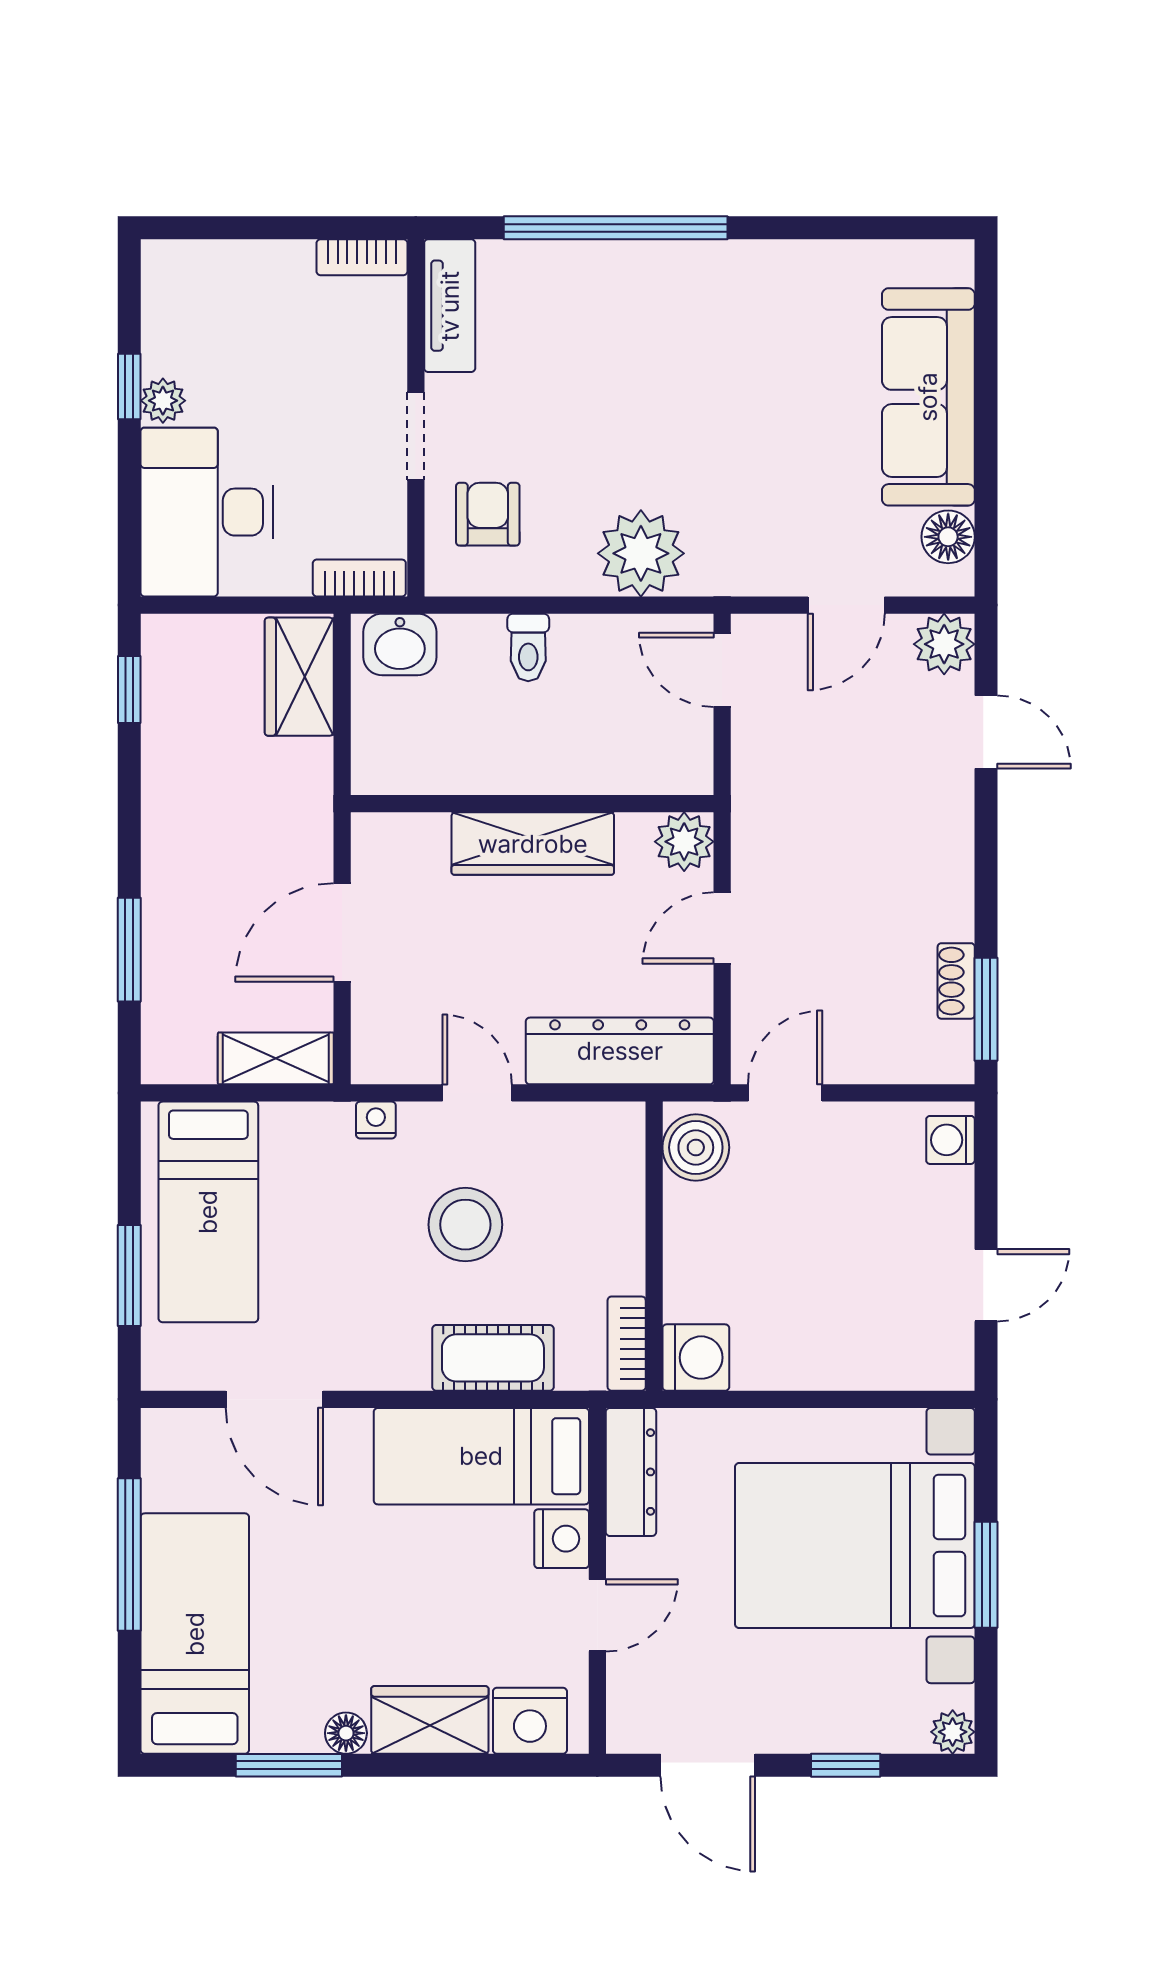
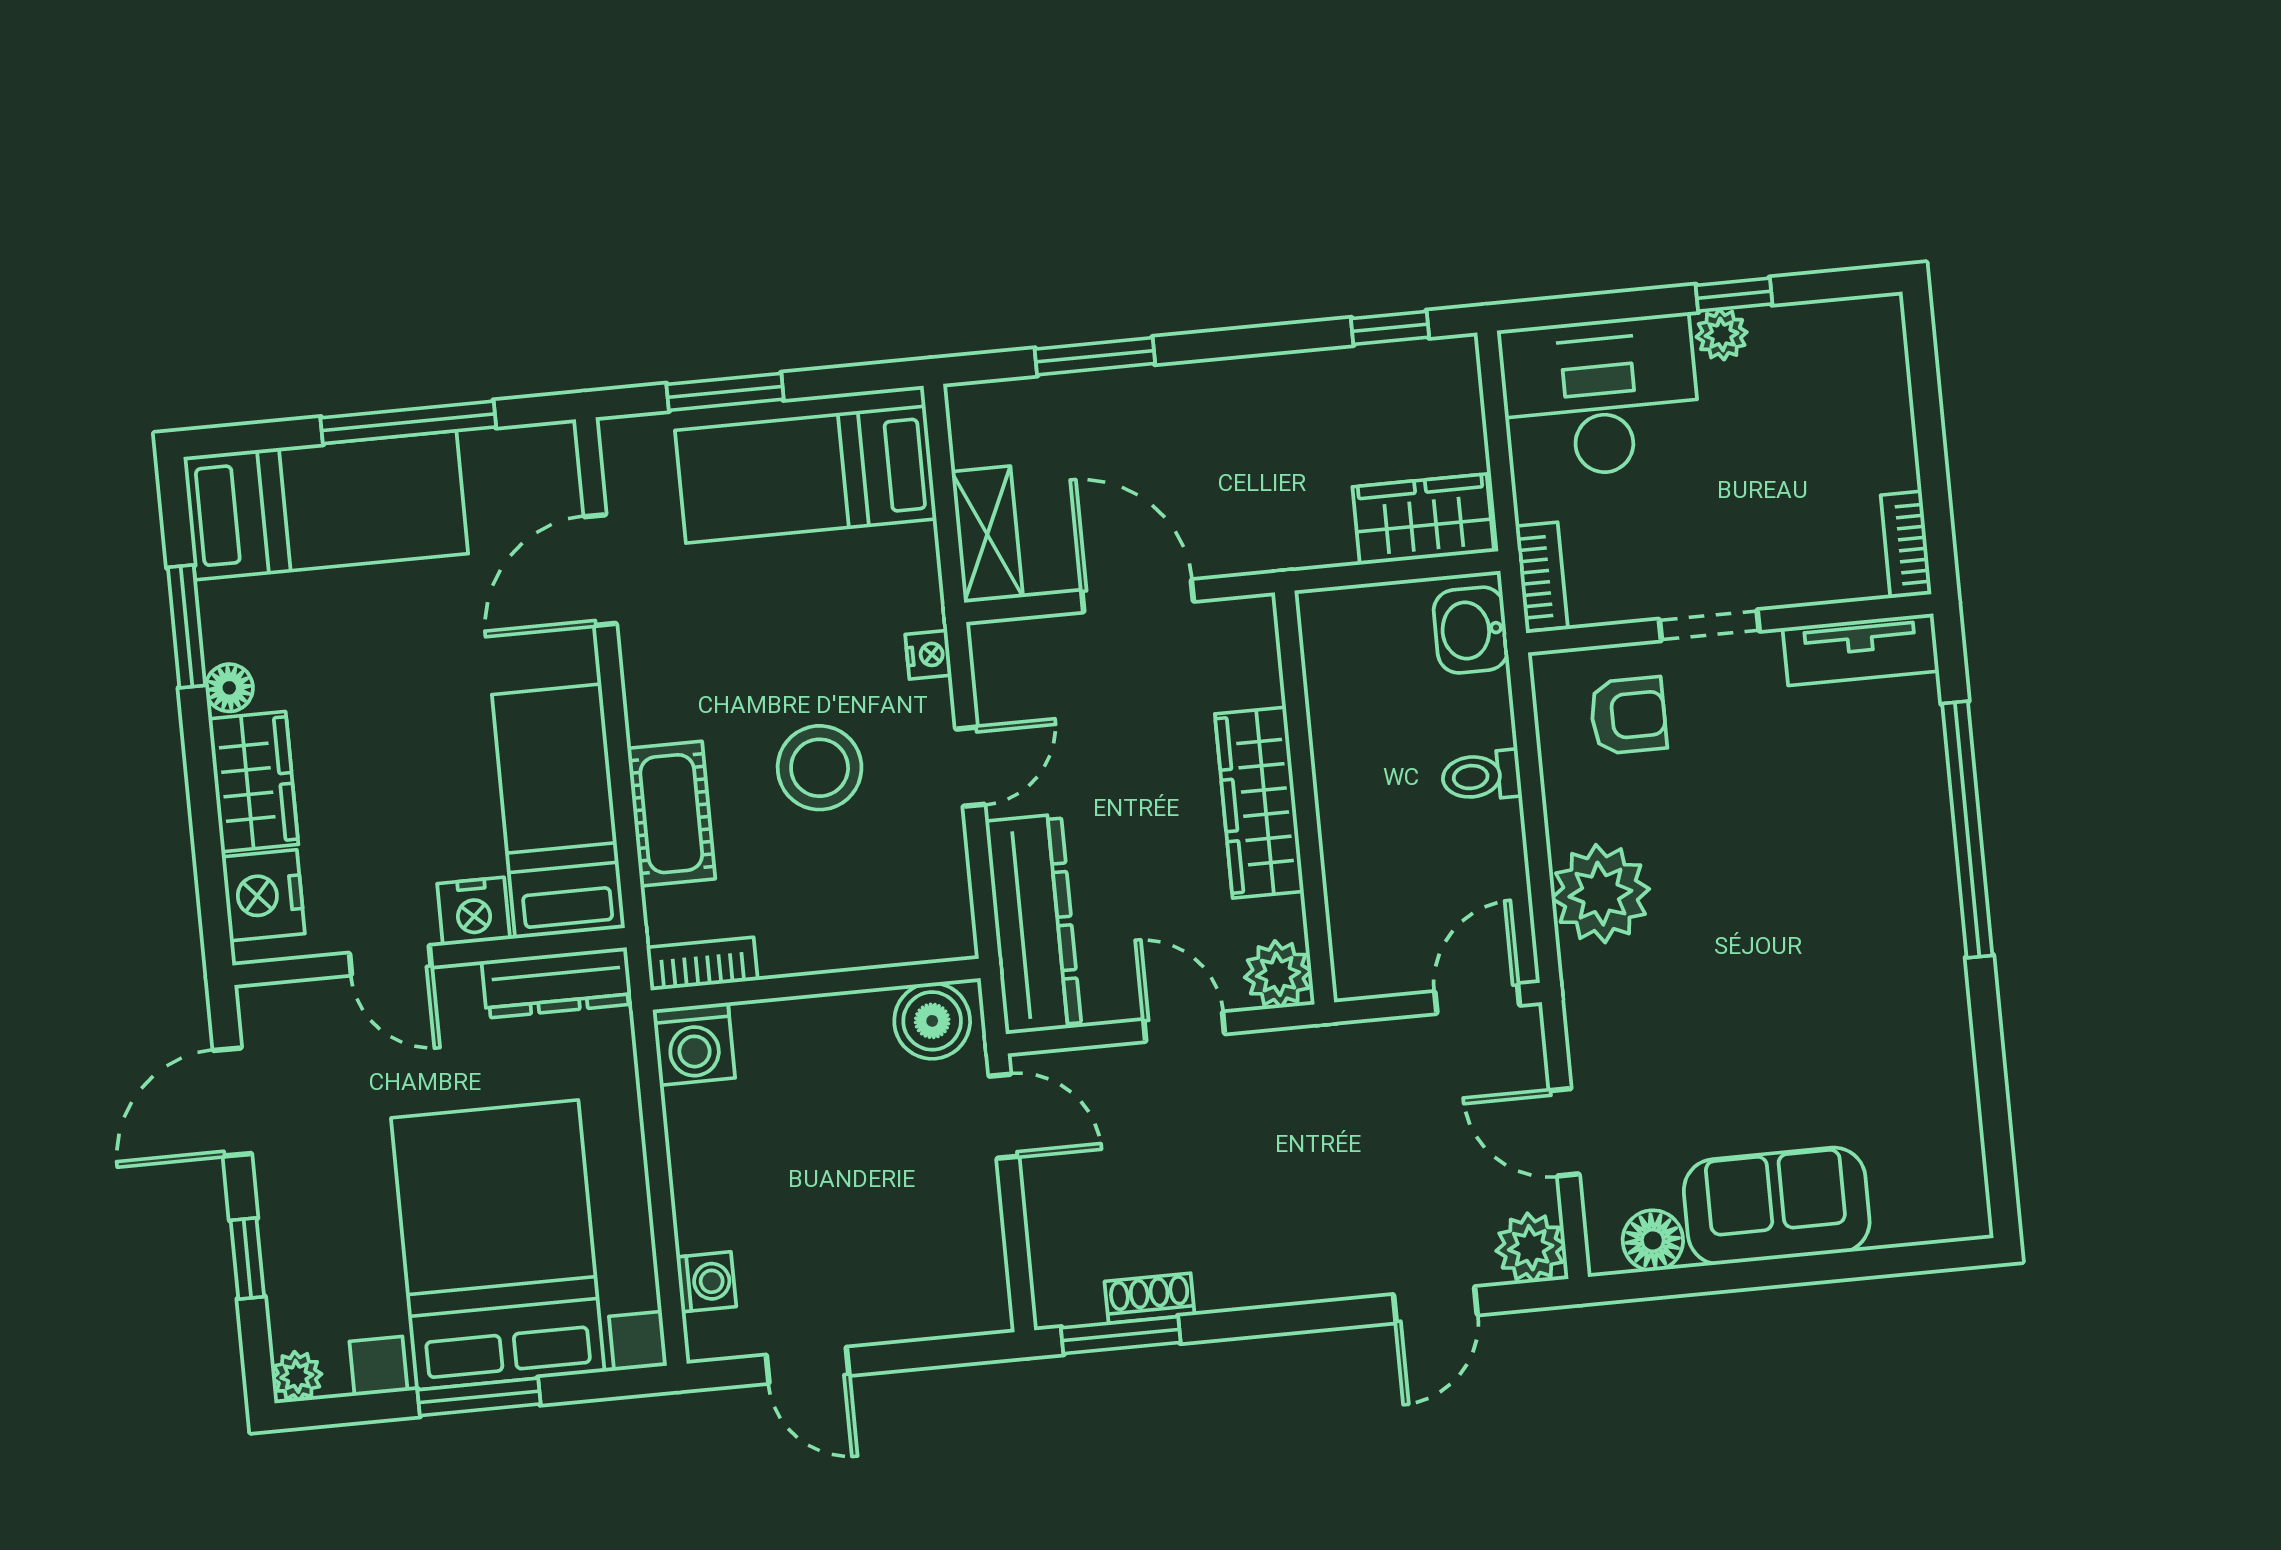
sofa: (928, 397) -> (1777, 1206), width x0.73
washing machine: (950, 1140) -> (706, 1282), moved, turned 90

